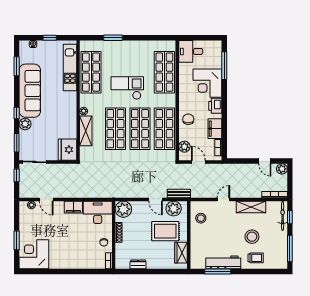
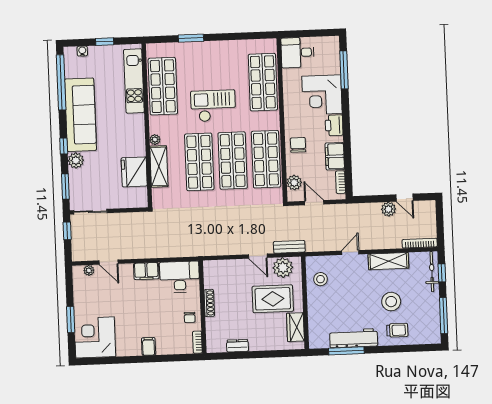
window: (17, 66) -> (61, 82), width x2.11
fridge: (67, 150) -> (134, 172), moved
plant: (282, 169) -> (389, 209), moved
plant: (123, 209) -> (214, 271), removed
filing cabinet: (73, 262) -> (149, 346), added

